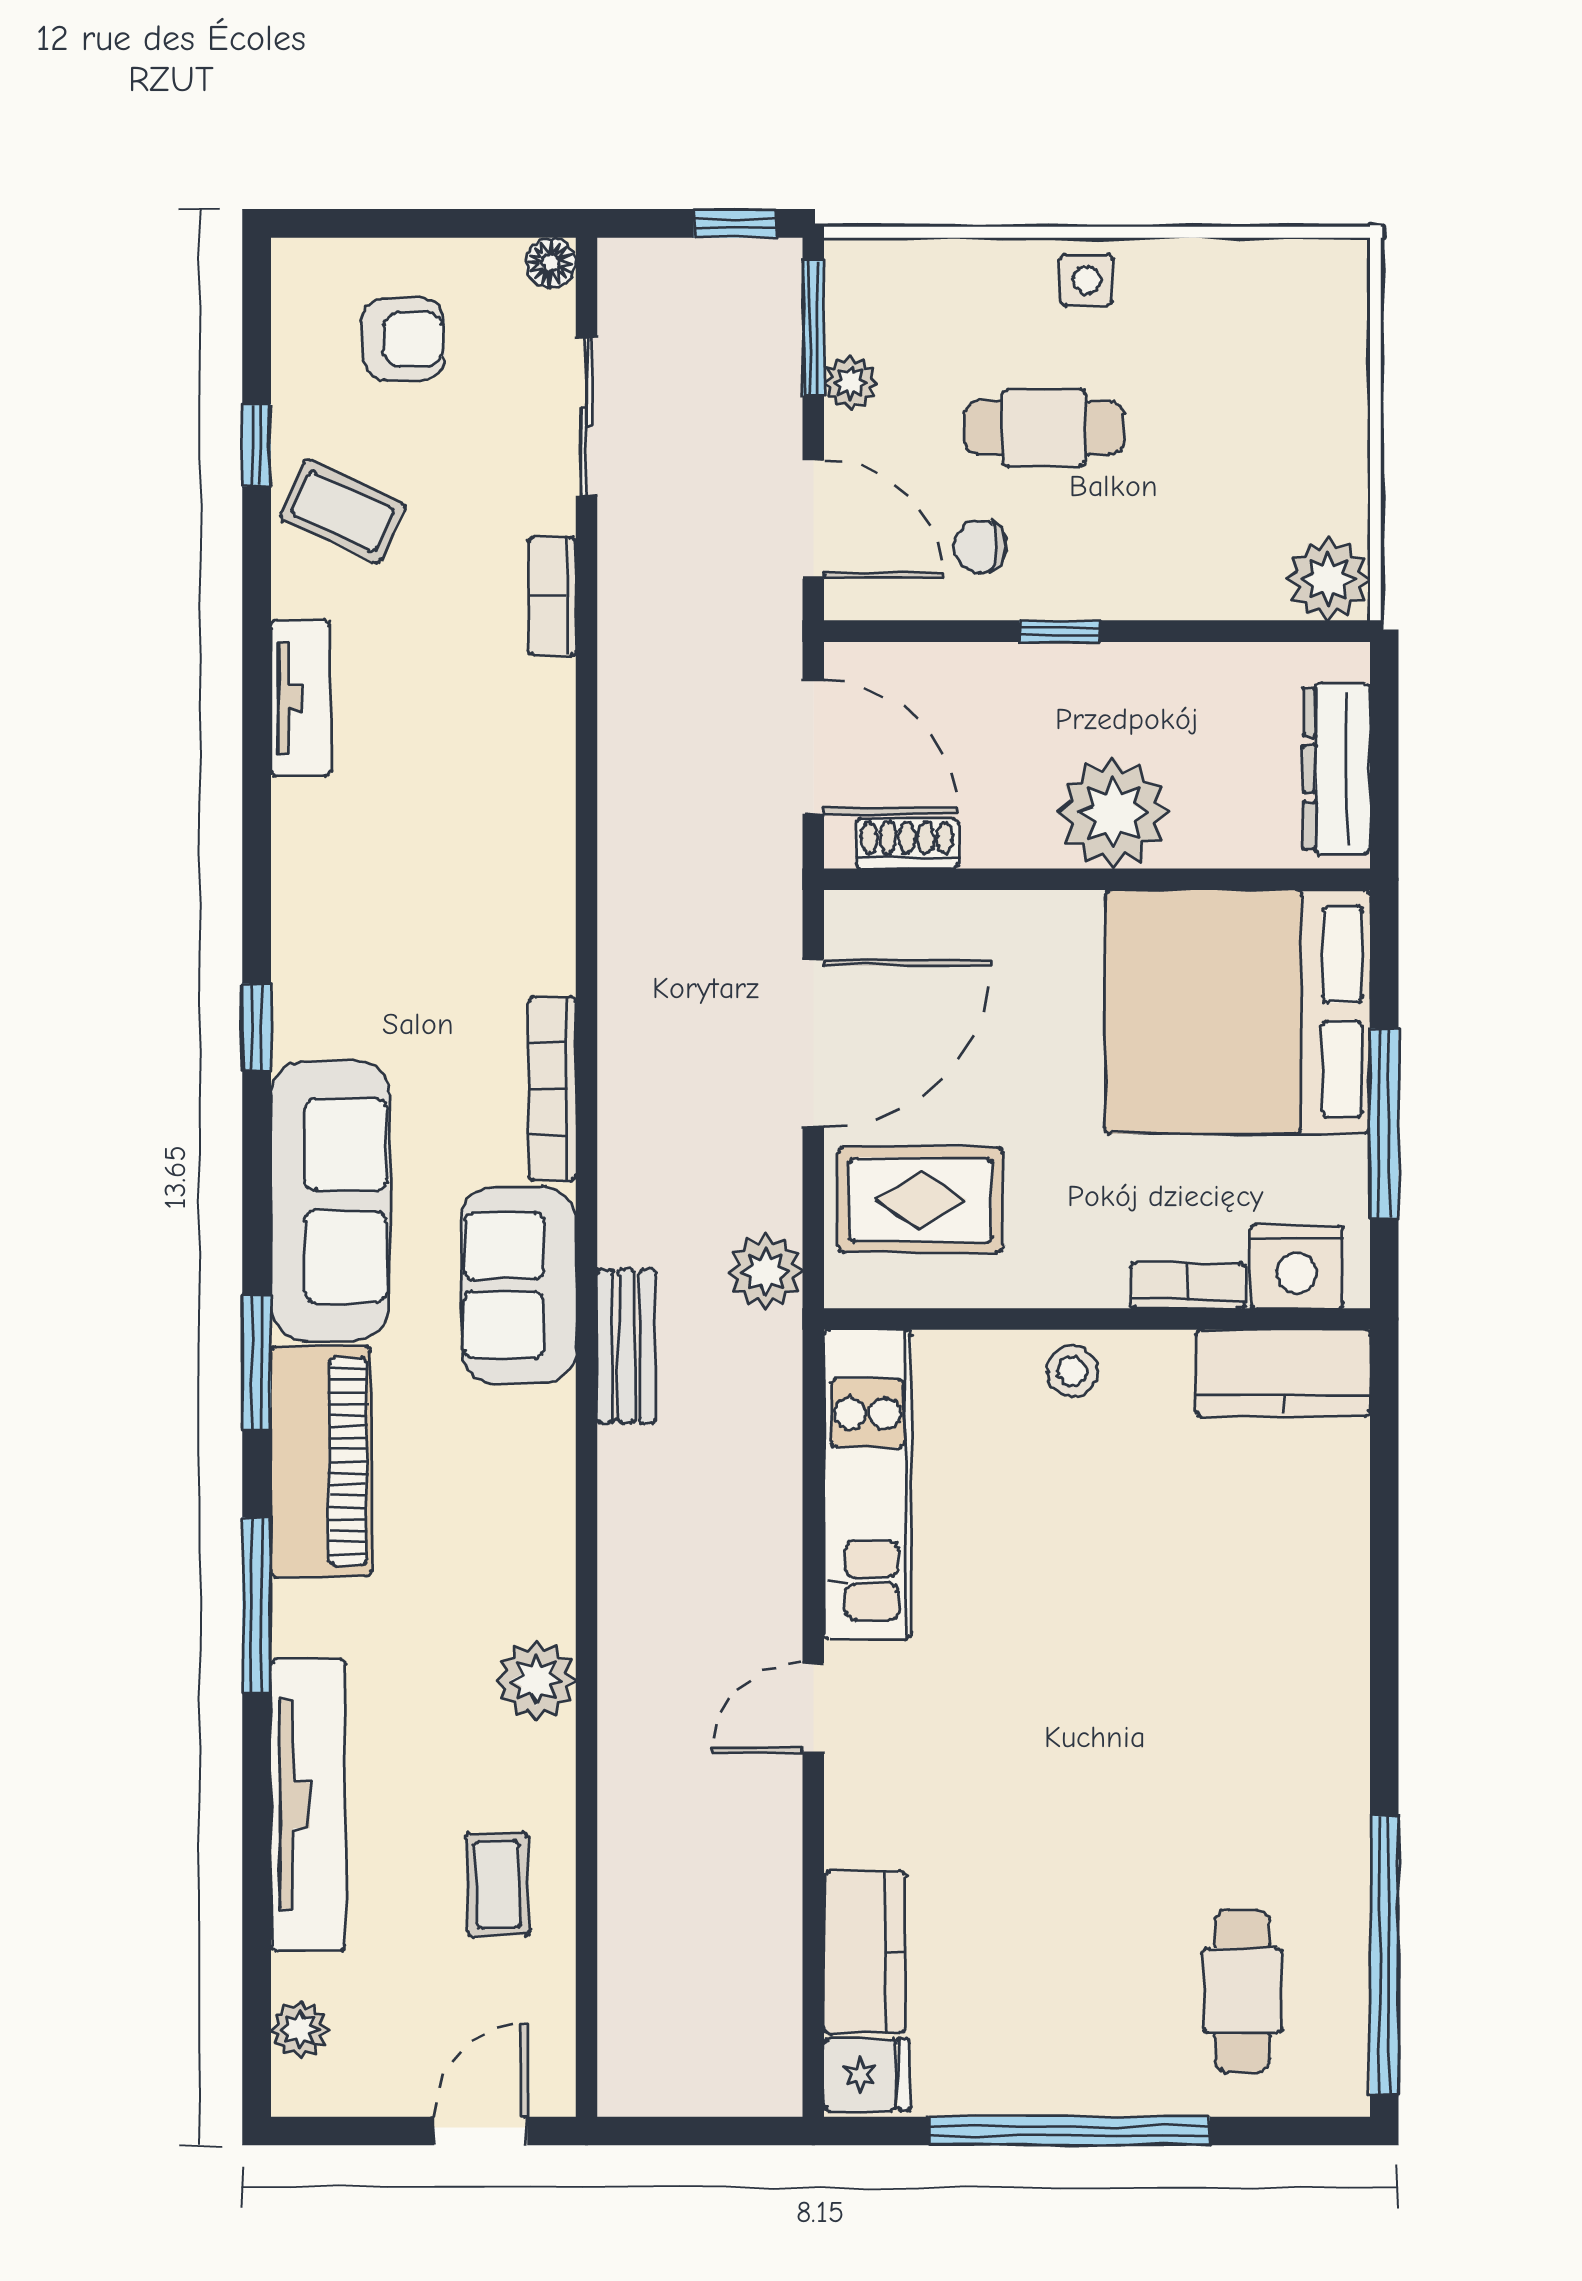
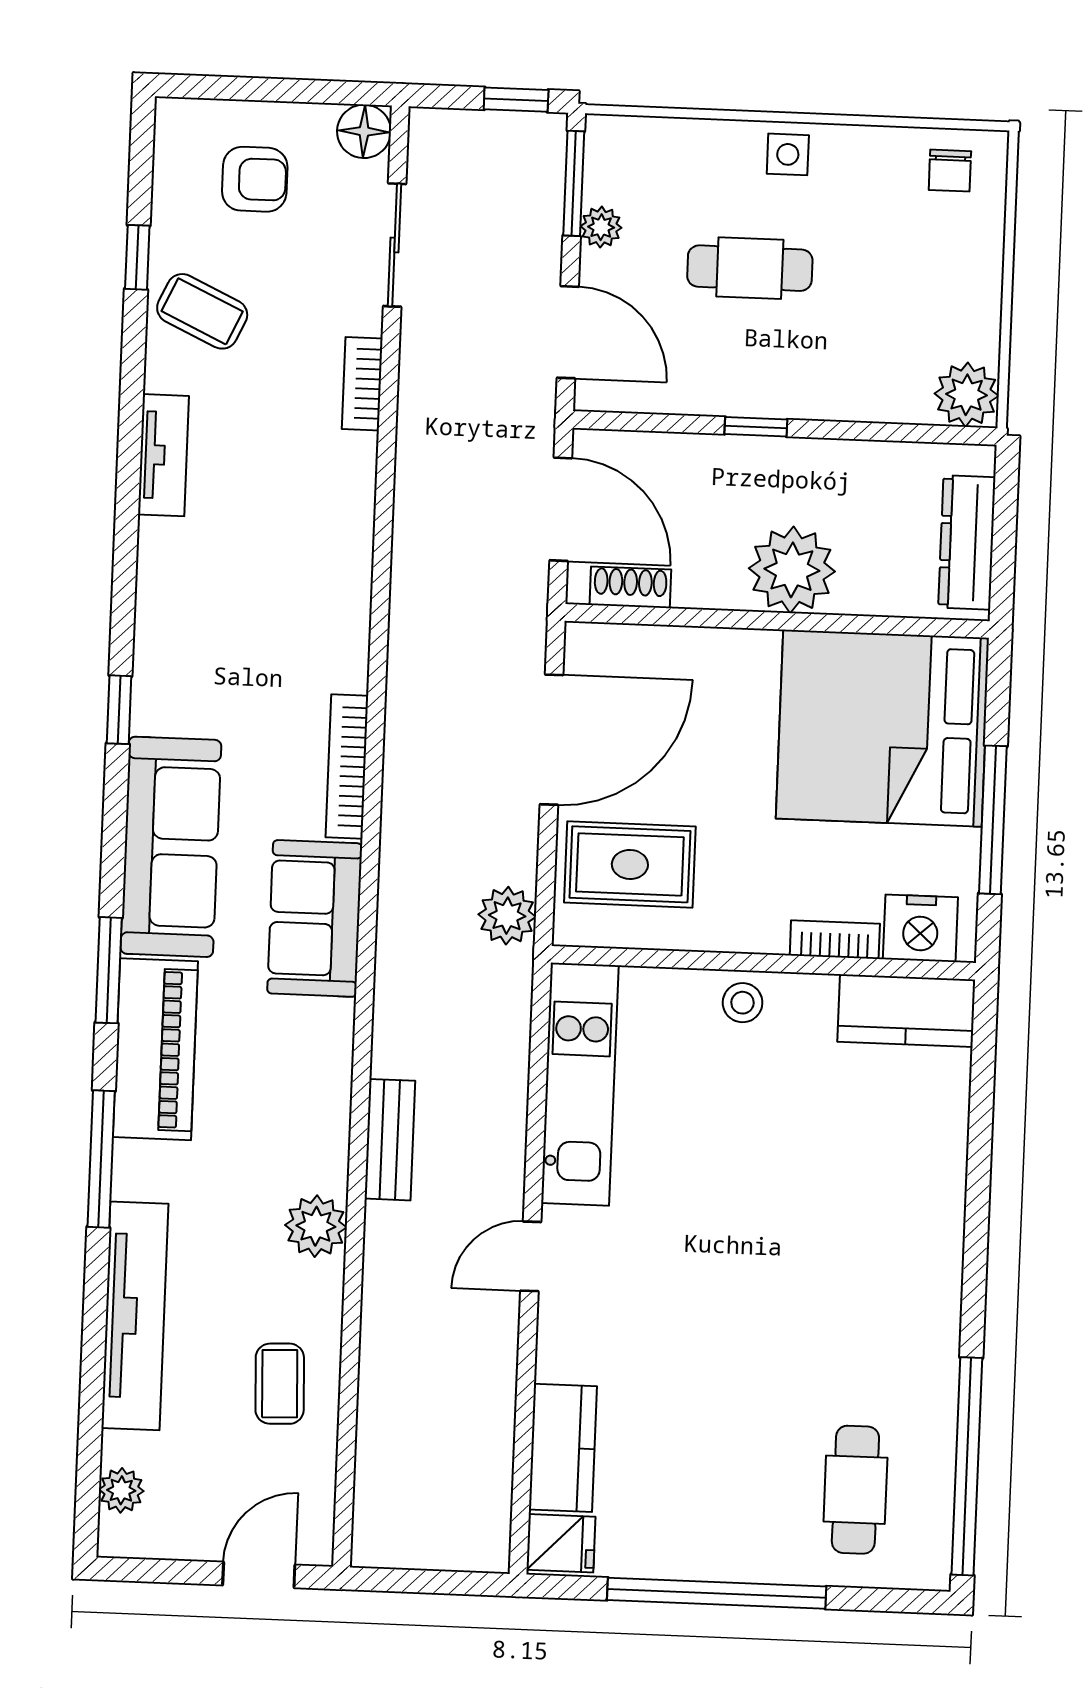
floor lamp: (551, 263) -> (364, 131), width x1.37, depth x1.37
chair: (980, 546) -> (950, 171), moved, turned -90
bench: (627, 1346) -> (390, 1140), moved

